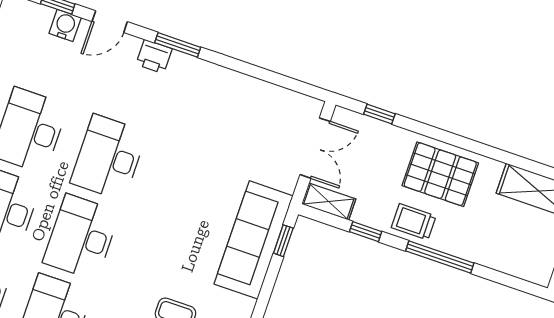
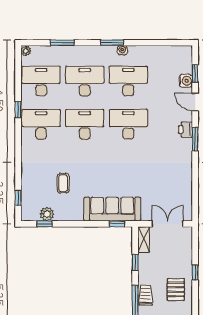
window: (379, 114) -> (195, 273), moved
double door: (315, 148) -> (168, 224), swing flipped
pallet: (440, 174) -> (176, 290), width x0.67, depth x0.71
trolley: (414, 222) -> (146, 295), moved

